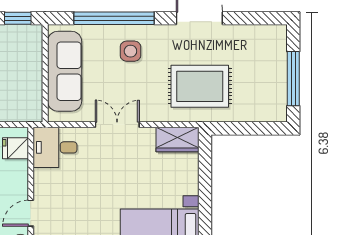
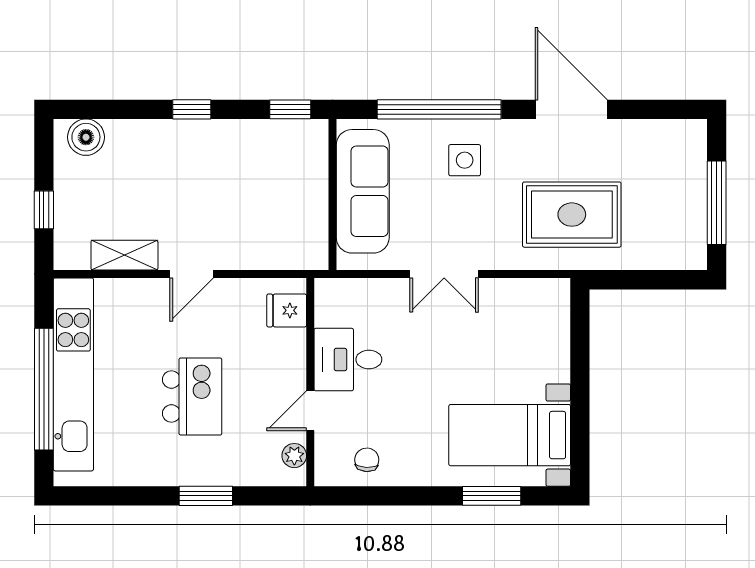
double door: (117, 125) -> (444, 274), swing flipped
wardrobe: (177, 140) -> (537, 297), removed
desk: (55, 147) -> (348, 360), moved

